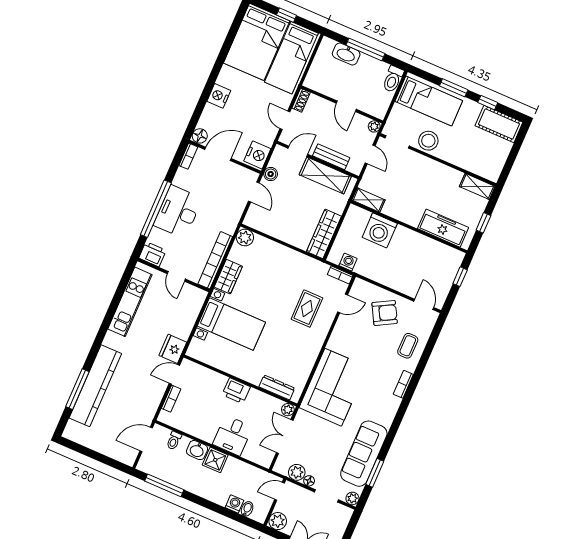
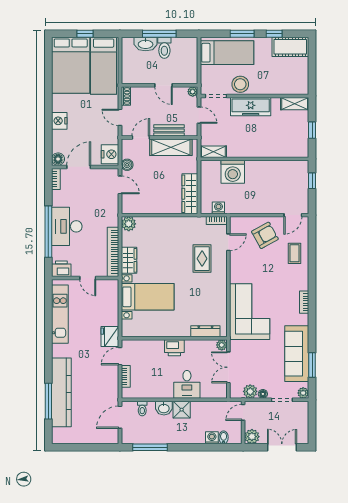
toilet: (393, 79) -> (164, 48), moved
freezer: (443, 228) -> (251, 107), moved, turned 180
door: (424, 304) -> (293, 215), swing flipped
bookcase: (403, 384) -> (304, 302), moved

